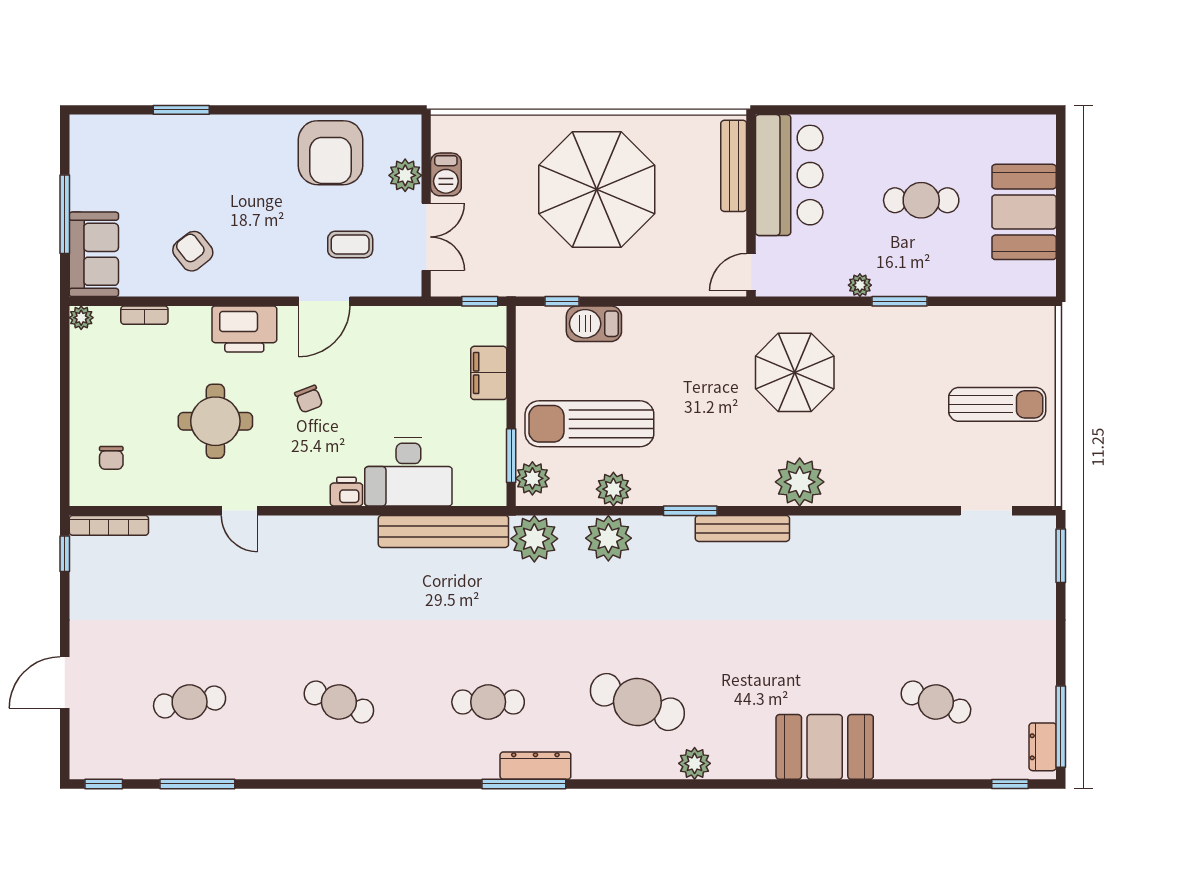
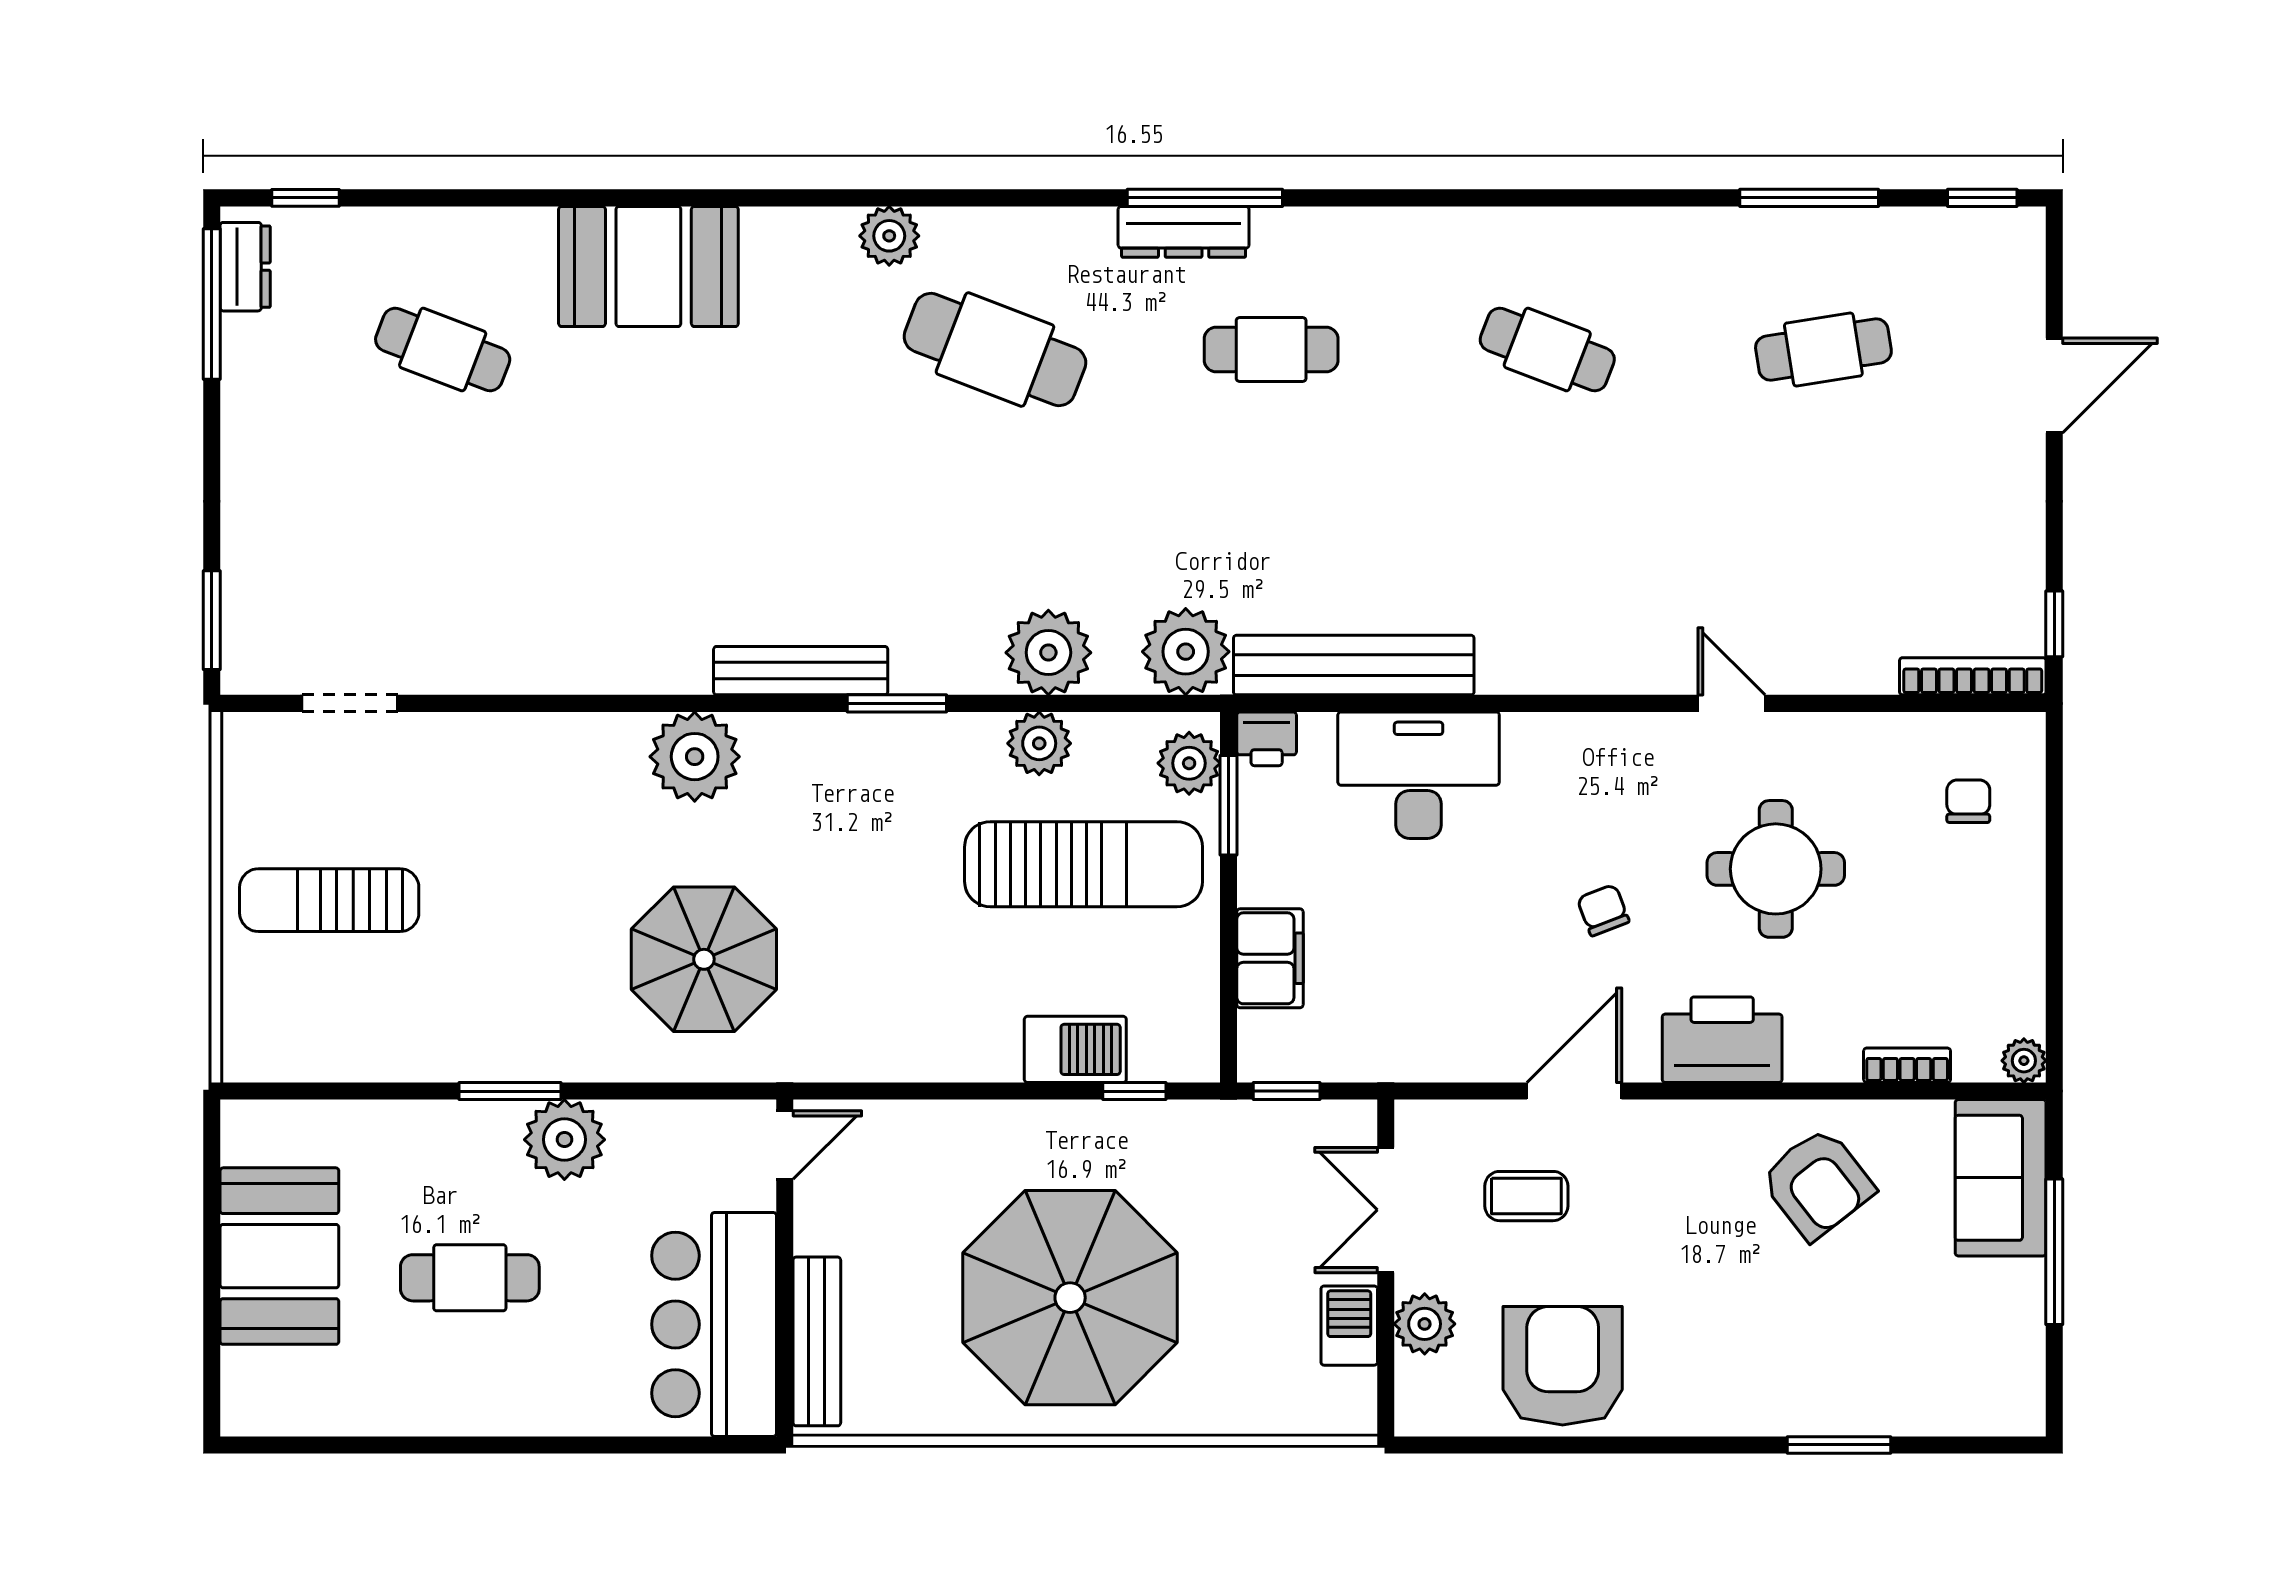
armchair: (193, 251) -> (1817, 1184), width x1.38, depth x1.38
plant: (860, 285) -> (564, 1140), width x1.88, depth x1.88
printer: (346, 492) -> (1267, 739), moved

